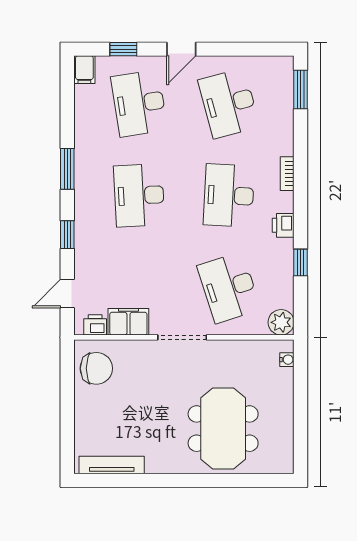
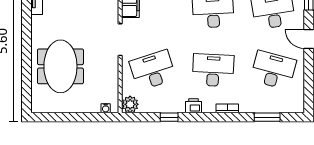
window: (301, 89) -> (267, 117), moved
desk: (229, 103) -> (273, 70), turned 30
meeting table: (223, 429) -> (60, 66), turned 90

